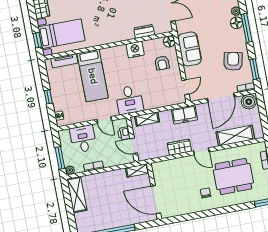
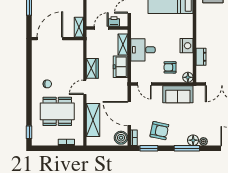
desk: (129, 100) -> (143, 50), moved
freezer: (184, 114) -> (121, 67), moved
dining table: (233, 176) -> (57, 111), turned 90

